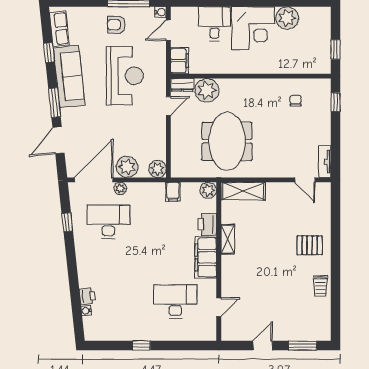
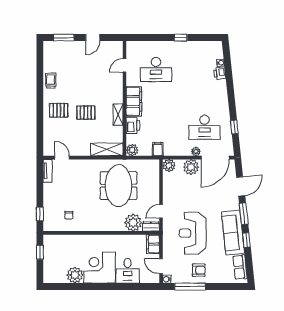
door: (168, 30) -> (161, 266), swing flipped
window: (49, 52) -> (246, 240), moved
pallet: (272, 242) -> (86, 113), added

